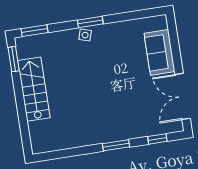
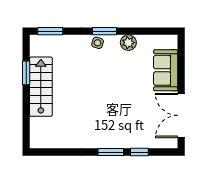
plant: (117, 30) -> (128, 43), added
window: (14, 59) -> (26, 73), moved
window: (157, 139) -> (139, 152), moved

